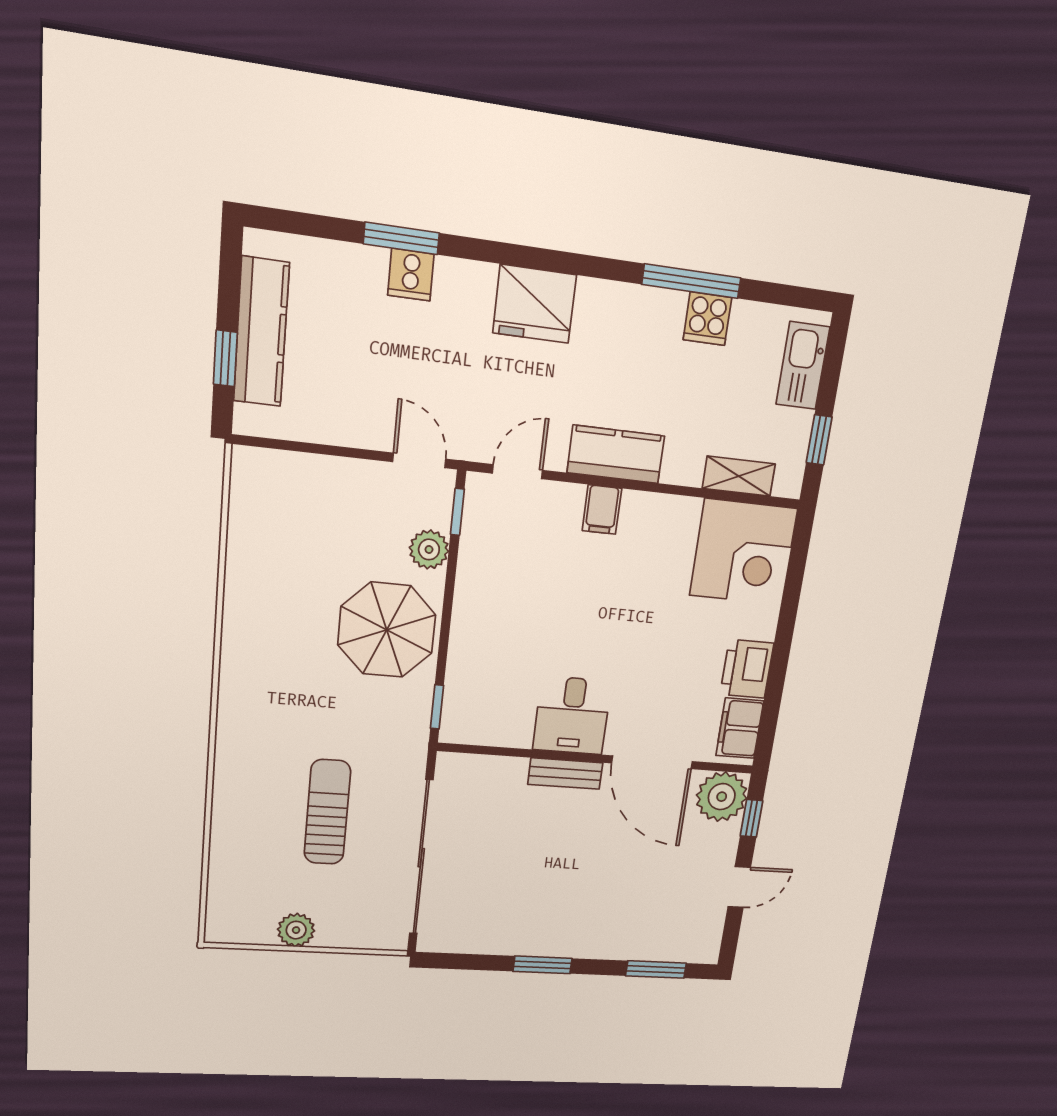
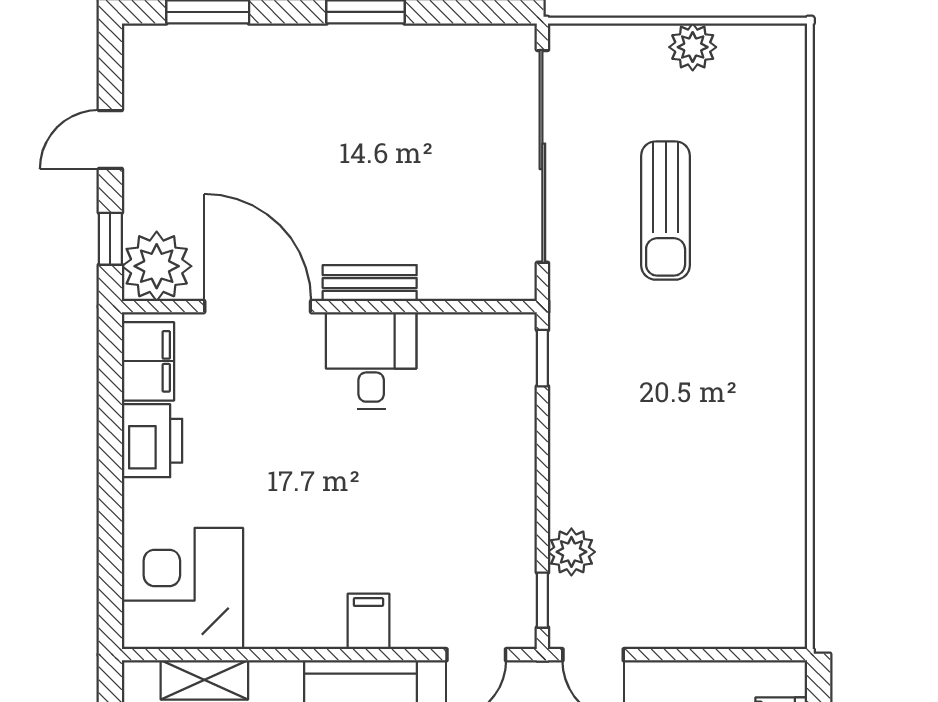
parasol: (387, 630) -> (613, 450), removed

